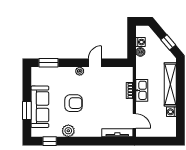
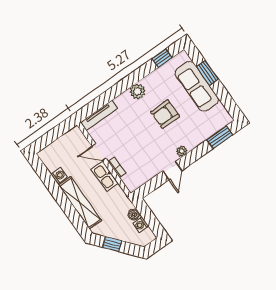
door: (134, 121) -> (99, 152), moved
plant: (68, 131) -> (137, 91), moved

